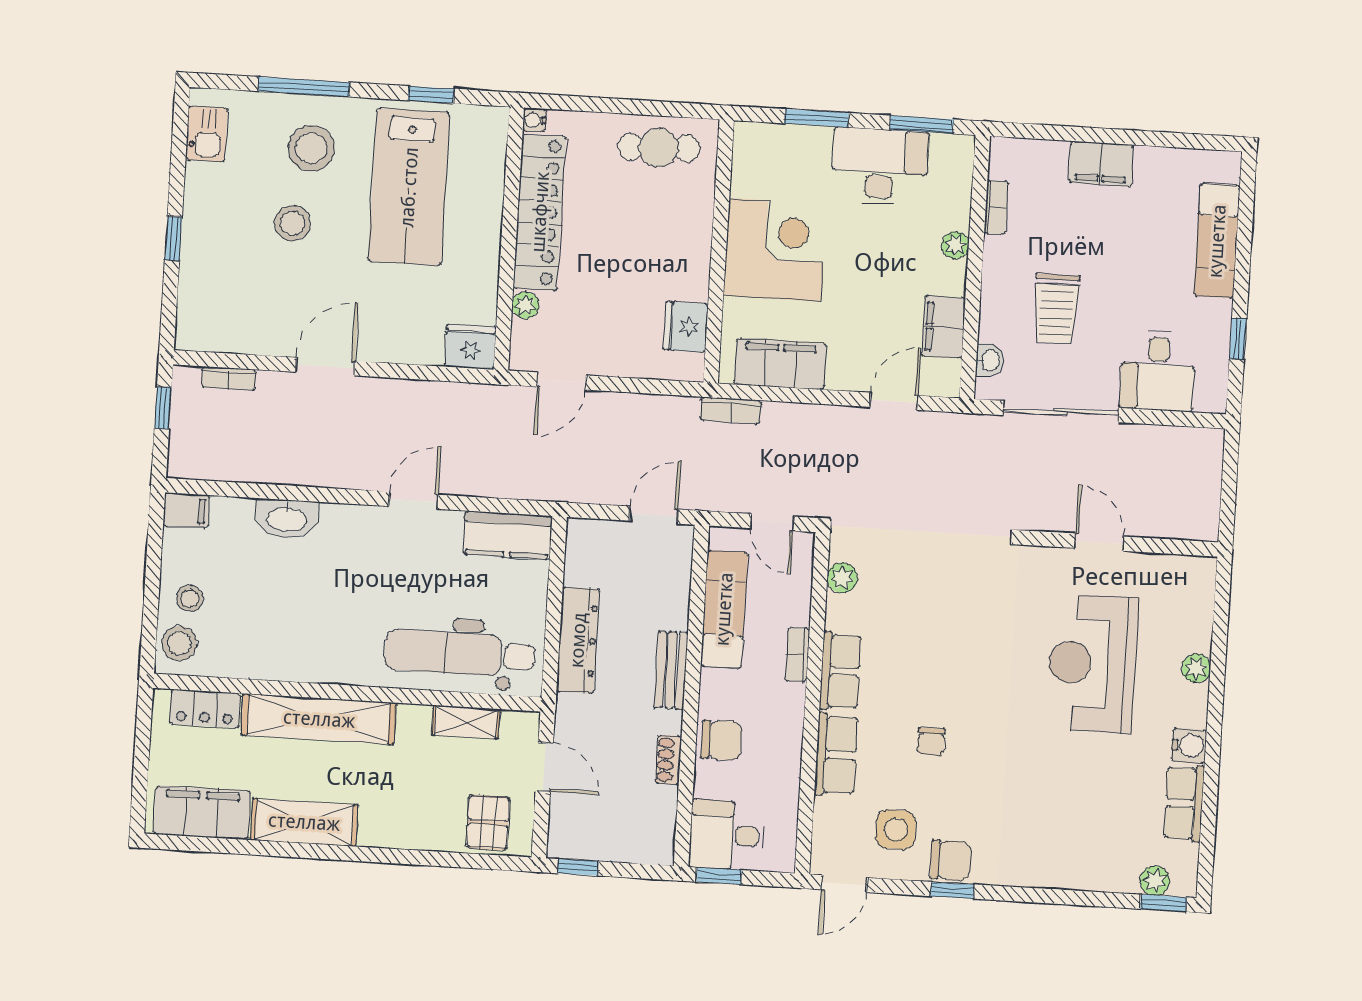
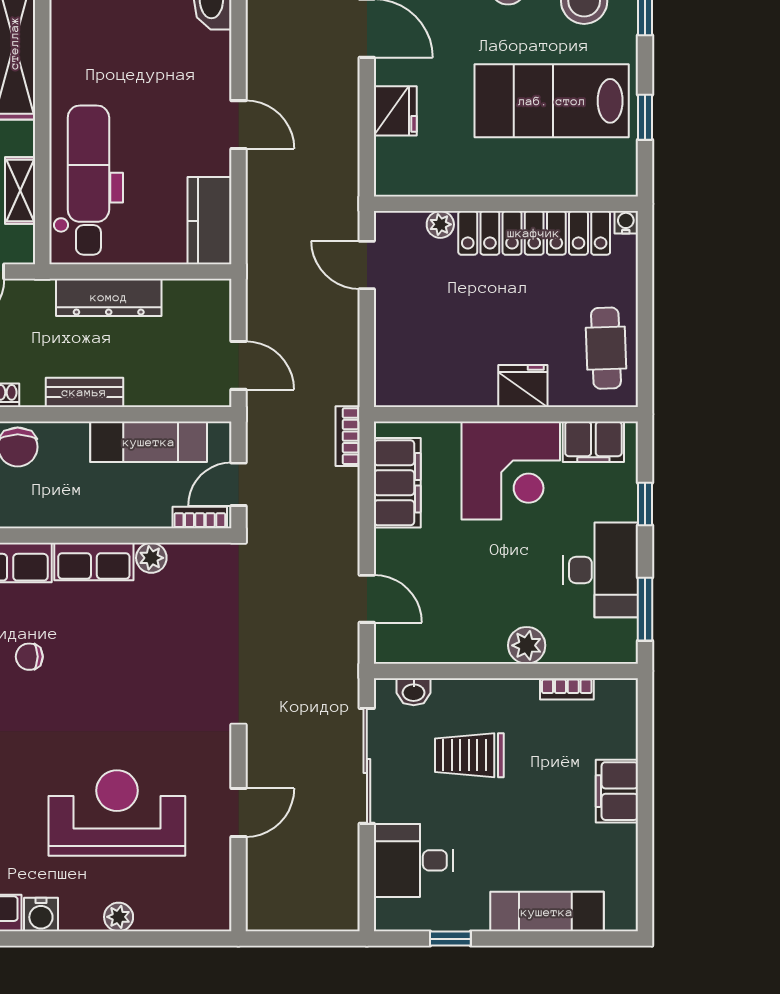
window: (817, 118) -> (645, 504), width x0.67
plant: (955, 245) -> (527, 645), width x1.38, depth x1.38
fridge: (686, 327) -> (523, 386), moved
filing cabinet: (943, 327) -> (593, 442), moved, turned 180
fridge: (470, 347) -> (395, 111), moved
plant: (842, 578) -> (151, 558), moved
bookcase: (797, 655) -> (200, 518), moved

